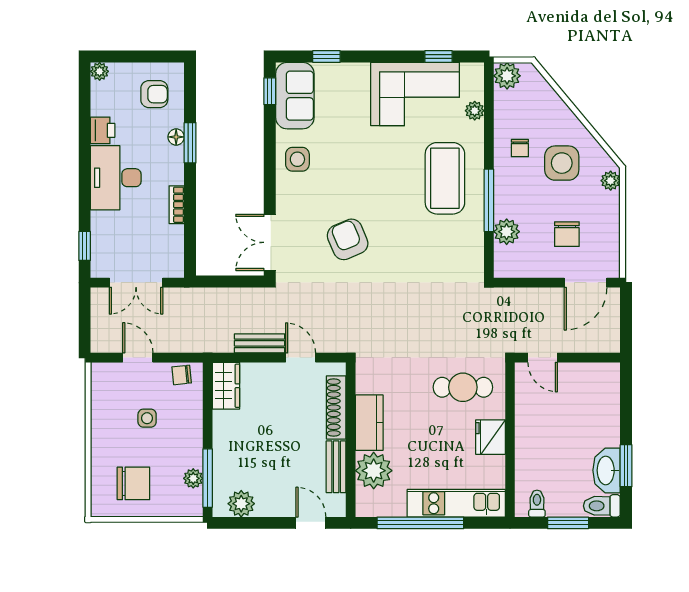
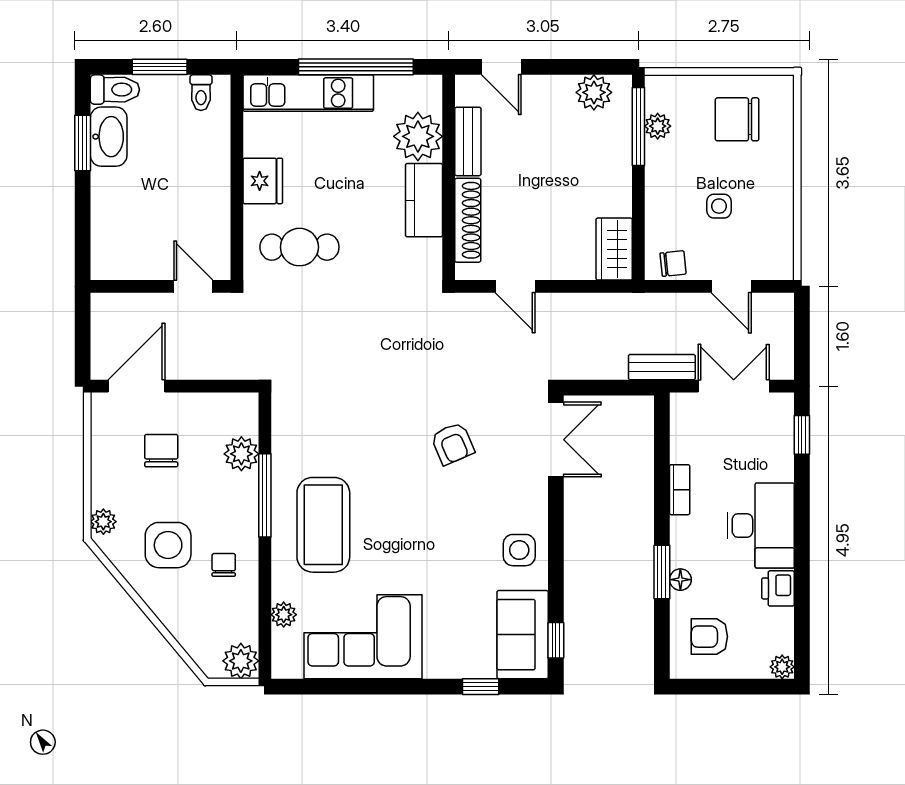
window: (439, 57) -> (332, 687), removed
armchair: (348, 239) -> (453, 444), width x0.72, depth x0.72
bench: (260, 343) -> (662, 367), moved

